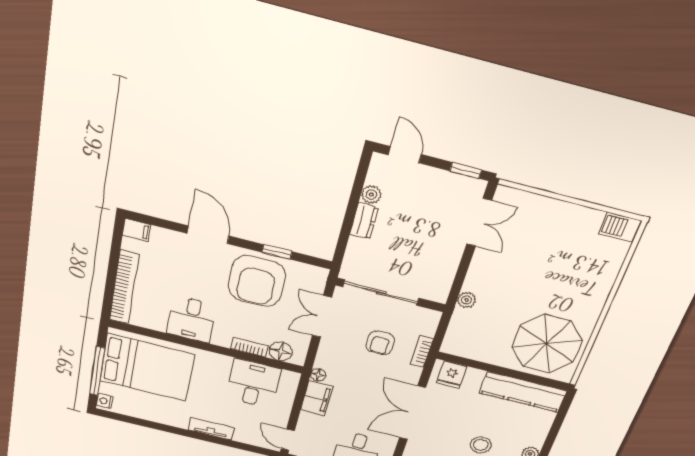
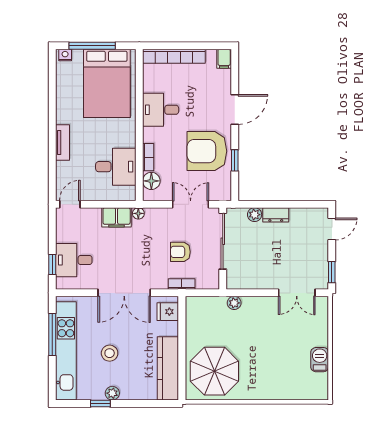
plant: (371, 194) -> (255, 215), moved
barbecue: (620, 227) -> (320, 360), moved
double door: (412, 413) -> (124, 293), swing flipped

